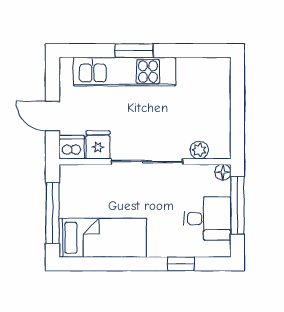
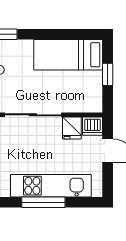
window: (134, 51) -> (43, 202), width x1.44
window: (53, 213) -> (108, 74), width x0.46

